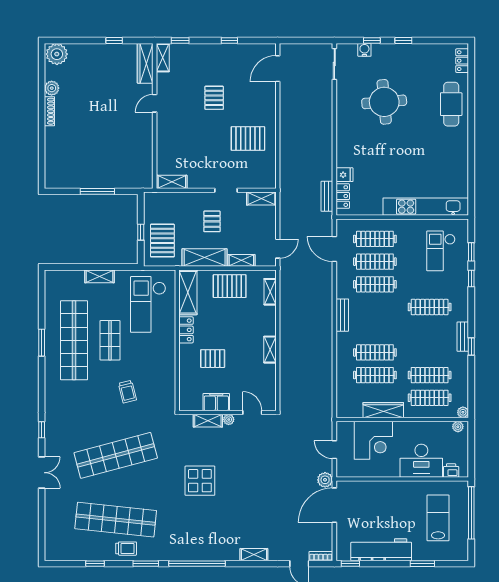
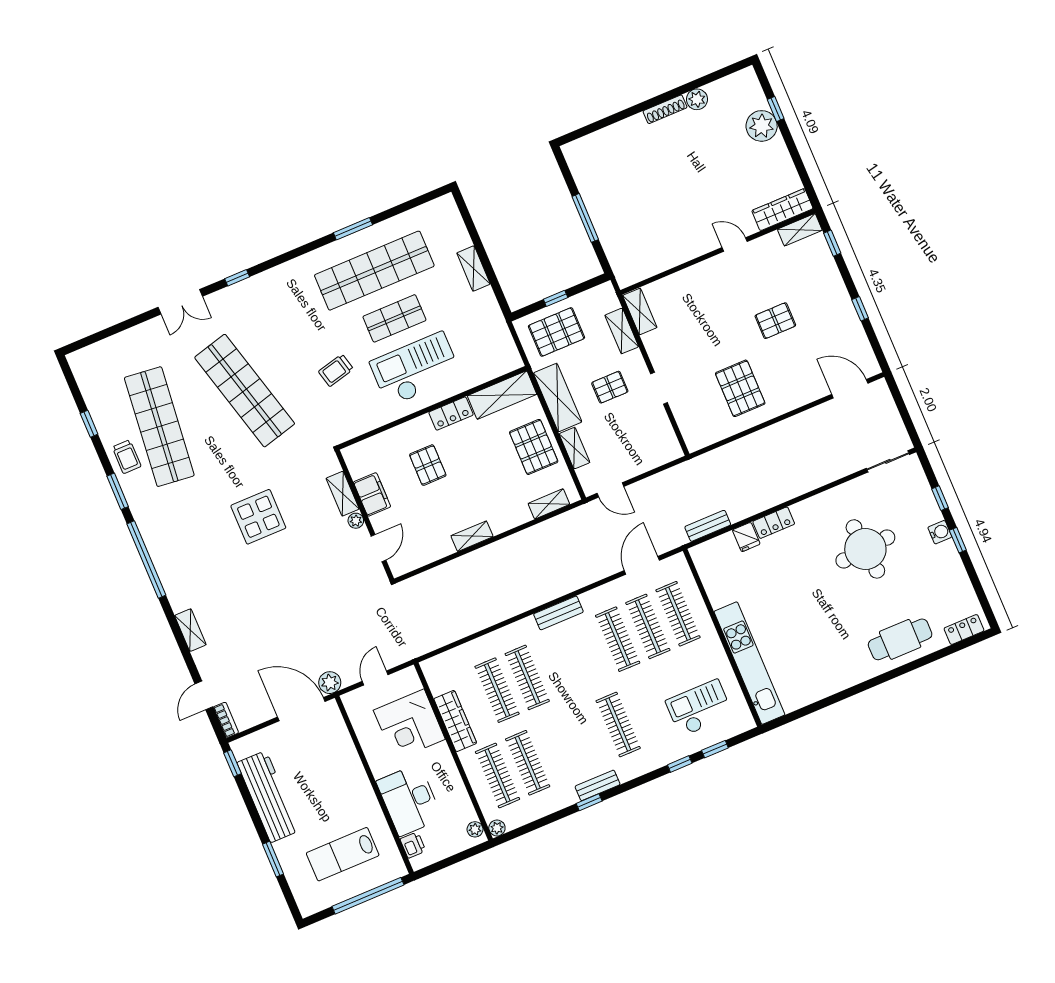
window: (114, 41) -> (776, 109), moved
water cooler: (364, 50) -> (940, 532), moved
plant: (57, 54) -> (762, 126), moved
locker: (343, 196) -> (774, 523), moved
shelving: (261, 199) -> (622, 331), moved
checkout: (148, 304) -> (416, 369), moved
lab bench: (438, 518) -> (343, 854), turned 180

